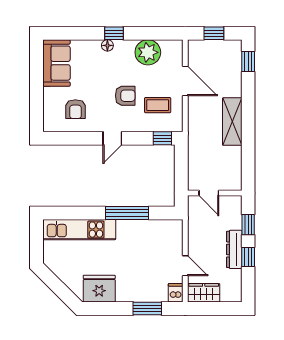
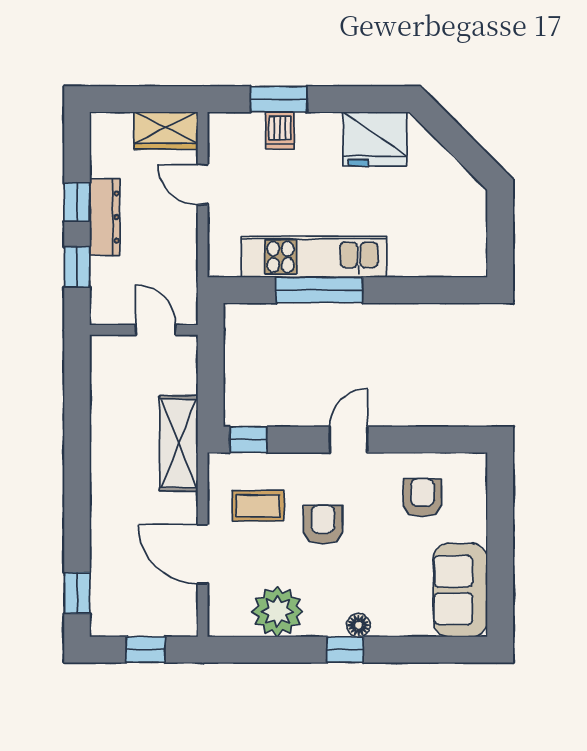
armchair: (125, 96) -> (323, 525), turned 90
shelving: (232, 122) -> (179, 443), moved
kitchen unit: (79, 230) -> (314, 257), moved
dishwasher: (176, 293) -> (280, 131), moved

